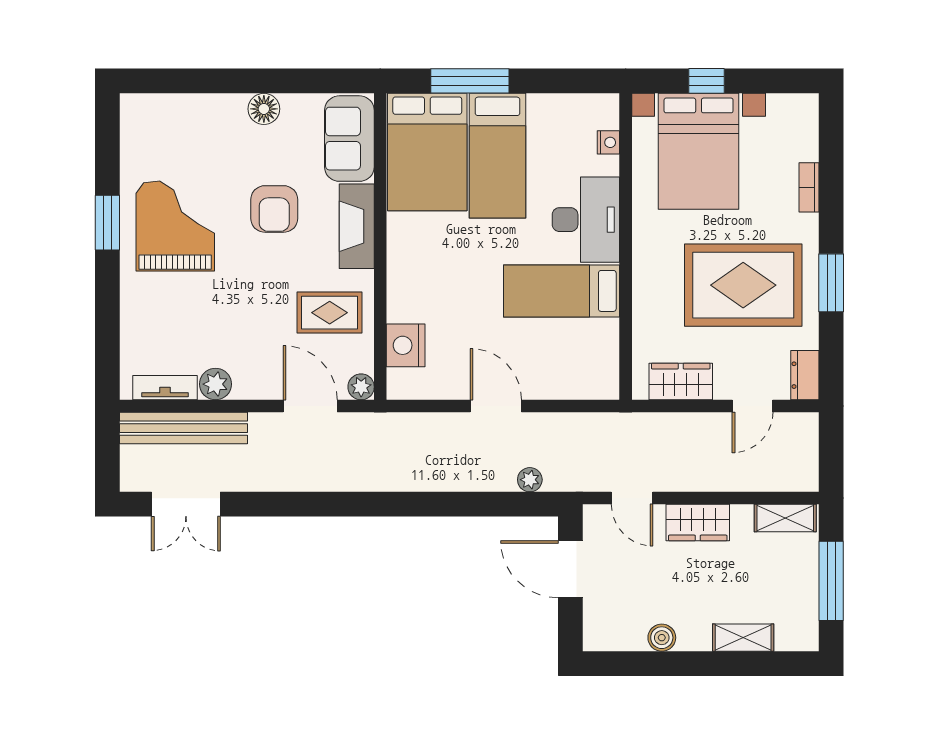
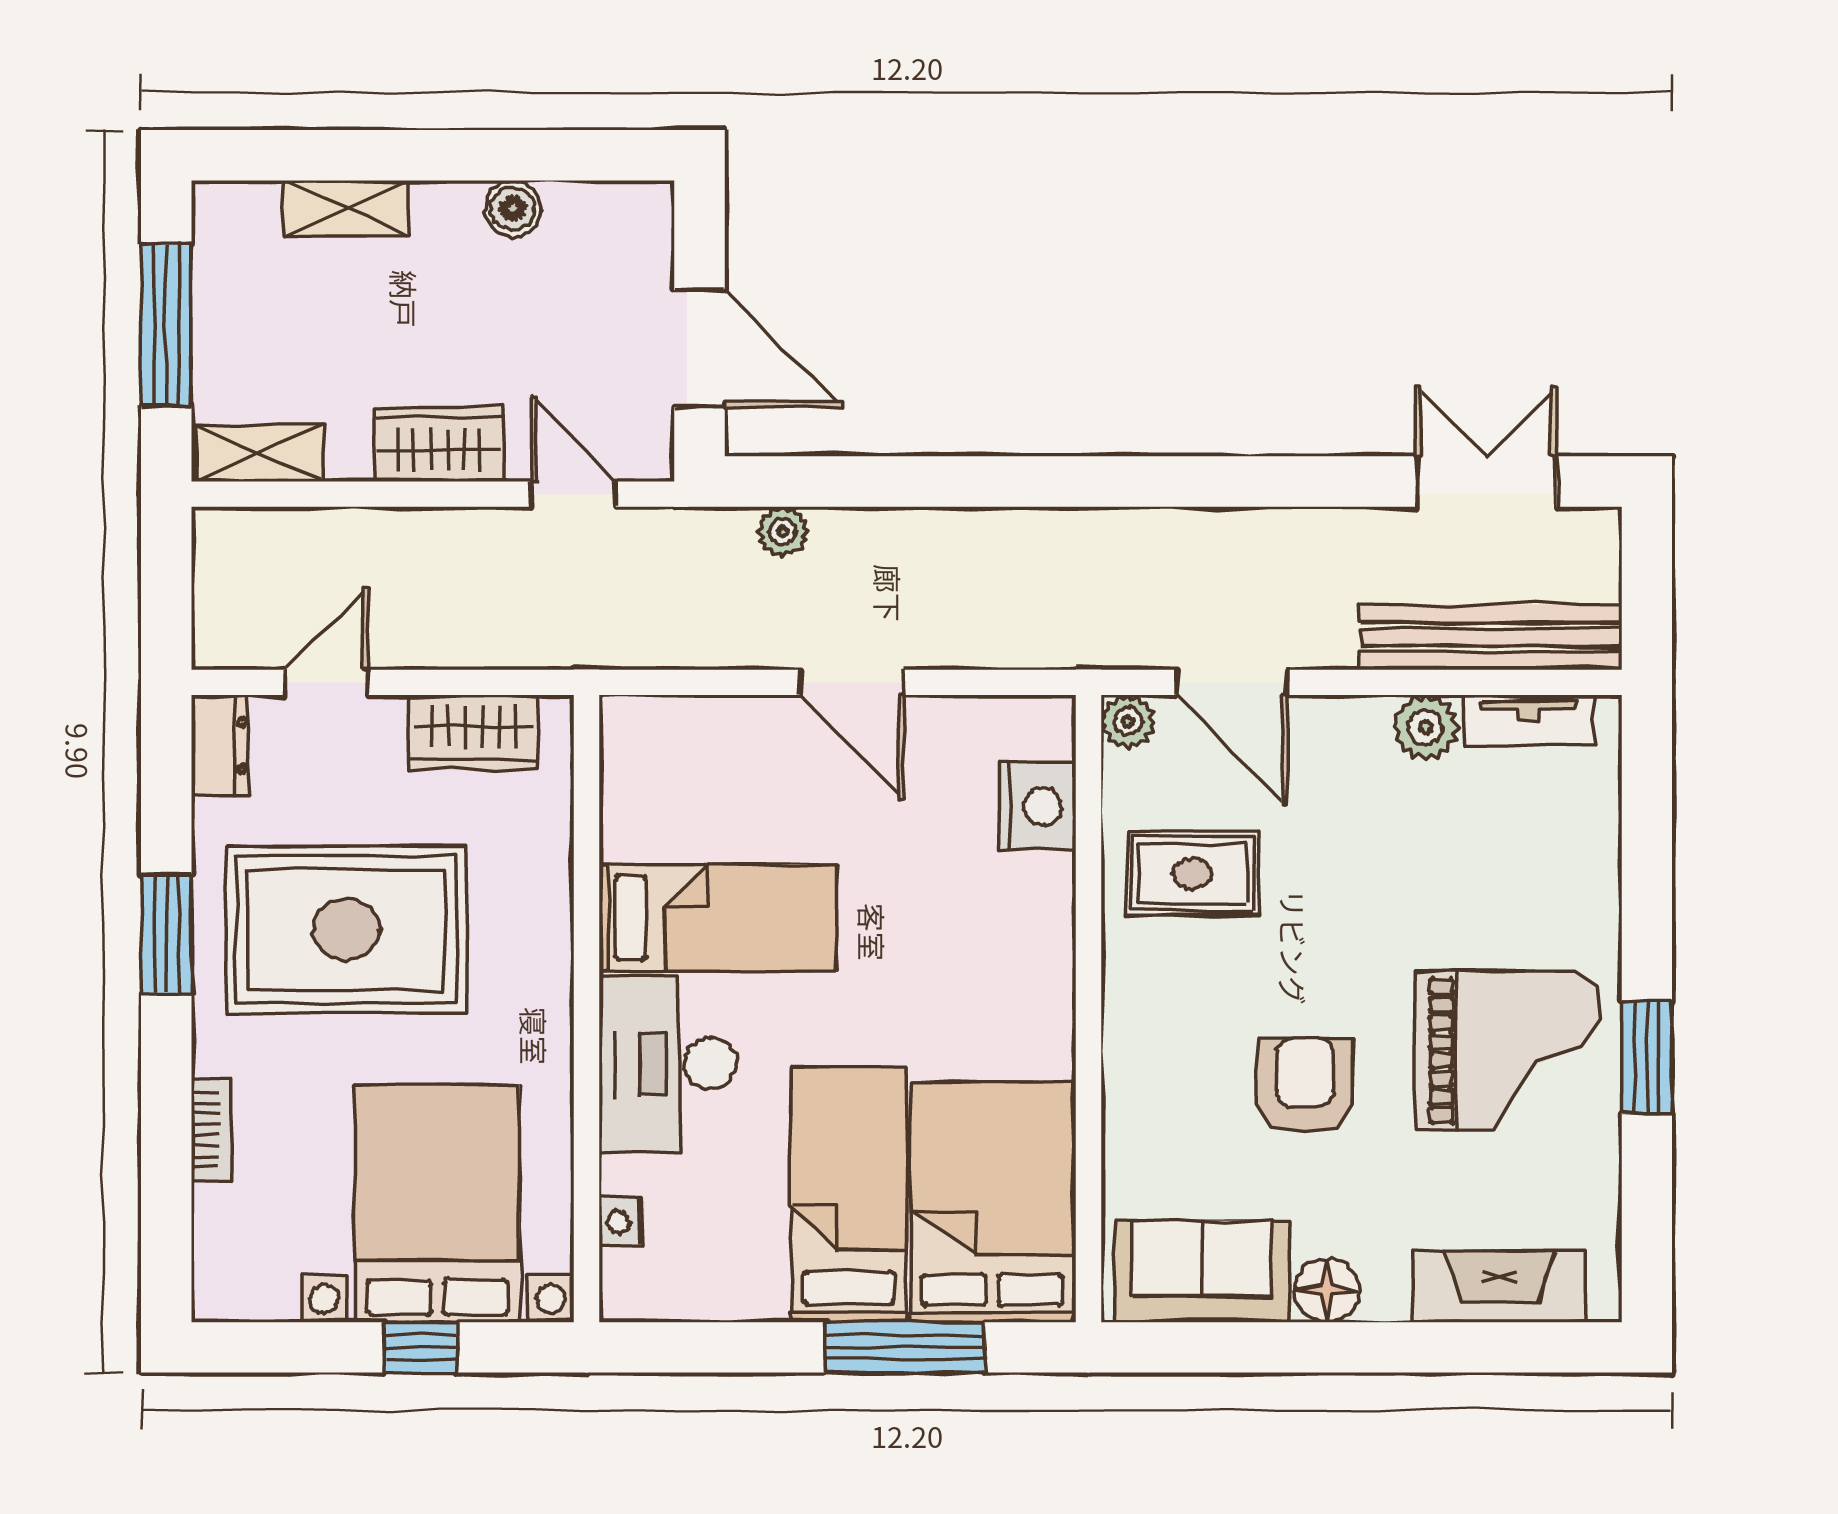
sofa: (349, 139) -> (1202, 1272), moved, turned -90
grand piano: (175, 226) -> (1508, 1051), turned -90
fireplace: (357, 226) -> (1499, 1287), moved, turned -90

